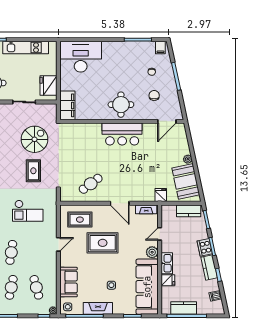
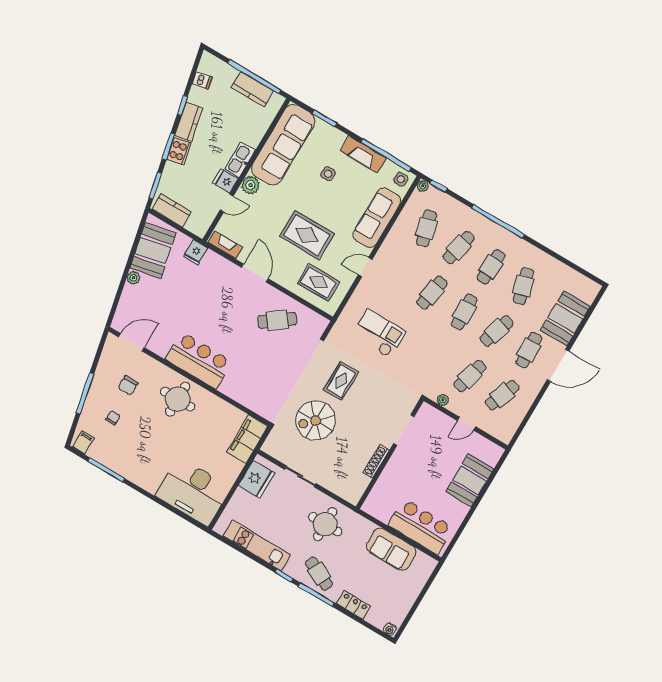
fridge: (168, 280) -> (225, 181), moved
sofa: (68, 282) -> (377, 218), width x1.36

